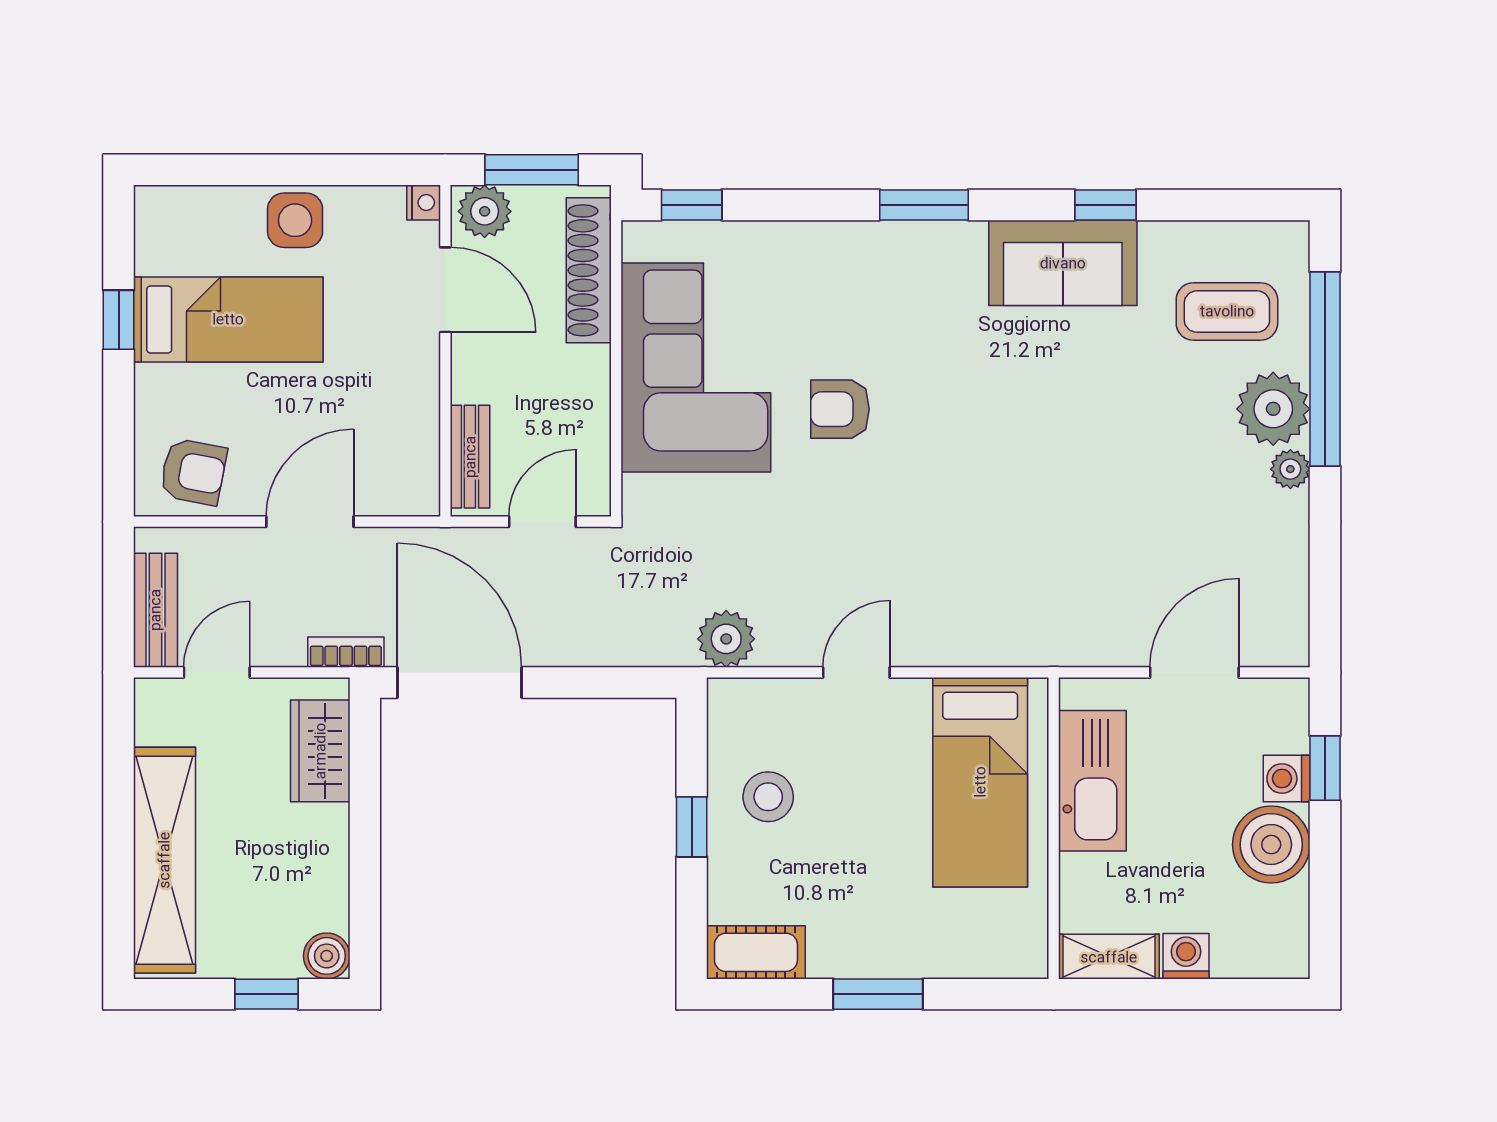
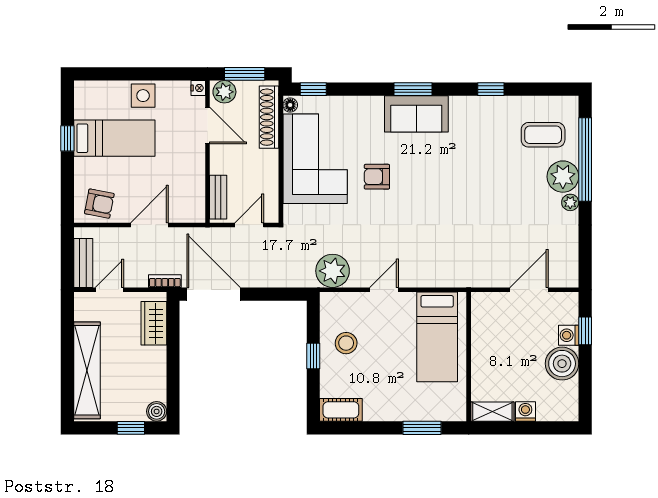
floor lamp: (638, 242) -> (290, 105), added
sofa: (1063, 263) -> (416, 114), moved
plant: (726, 639) -> (333, 271), width x1.36, depth x1.36
kitchen sink: (1092, 781) -> (485, 336), removed
window: (878, 994) -> (422, 428), moved

